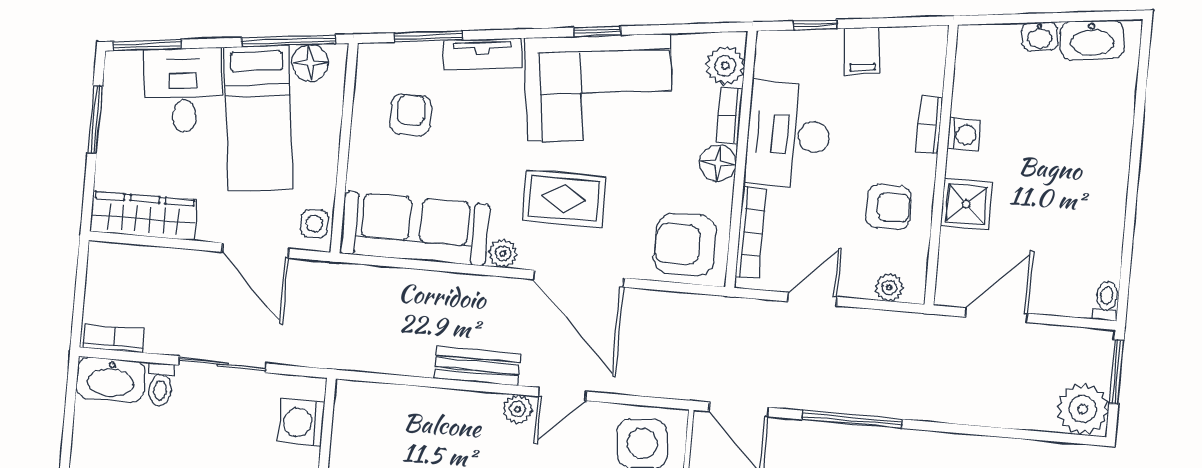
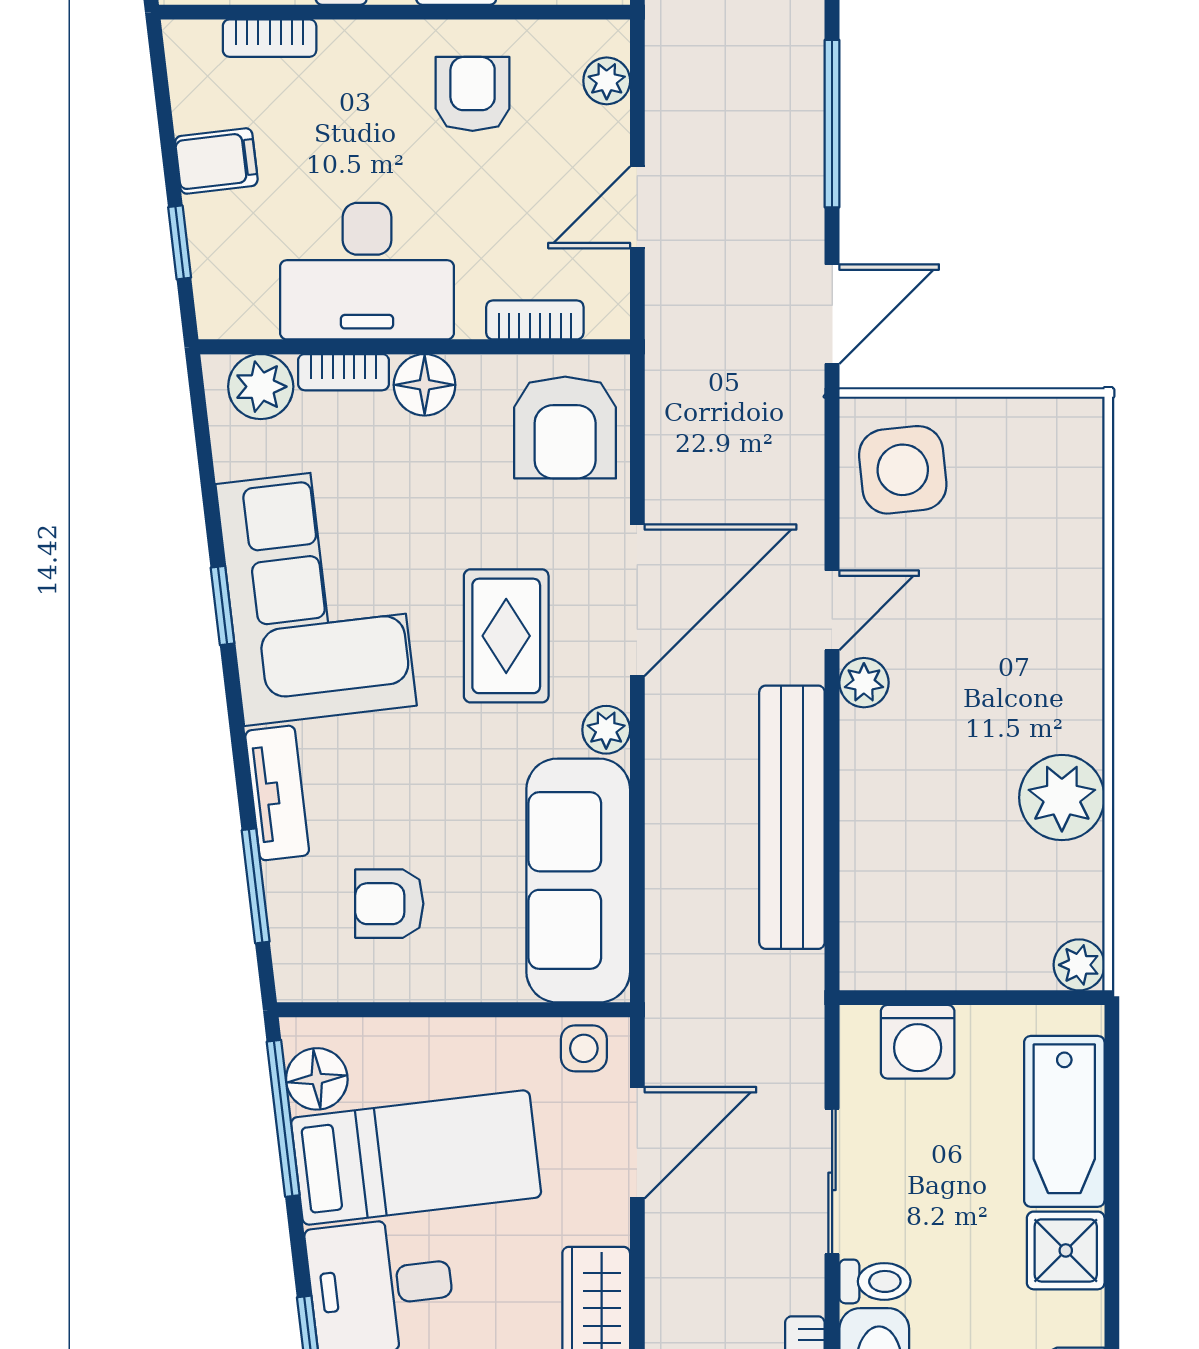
bookcase: (929, 125) -> (270, 38), moved
bookcase: (751, 232) -> (535, 320), width x0.64
door: (812, 299) -> (637, 207), hinge flipped
bench: (477, 366) -> (792, 817), width x1.86, depth x1.21
door: (562, 394) -> (832, 610), hinge flipped

